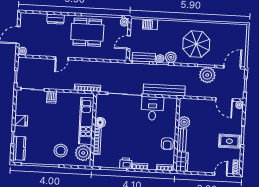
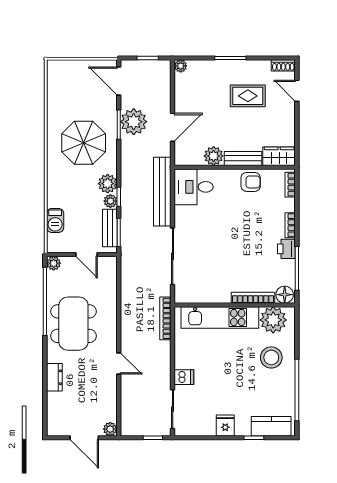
door: (224, 99) -> (173, 127), moved
desk: (152, 108) -> (194, 187), moved
floor lamp: (100, 122) -> (285, 295), moved
rug: (229, 141) -> (248, 96), moved, turned 90

